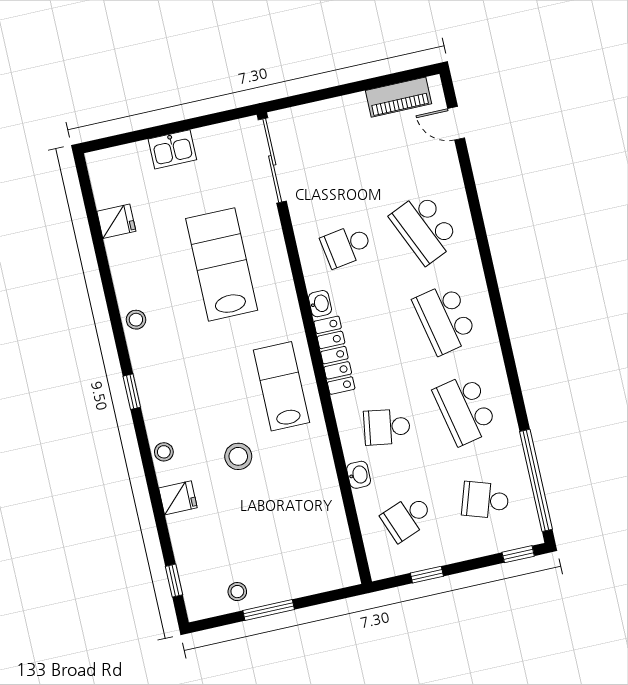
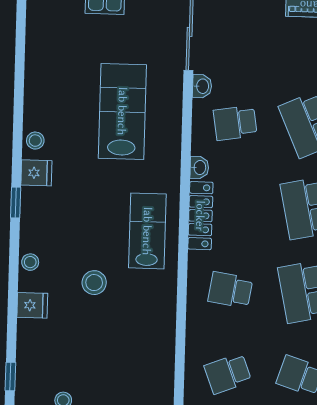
fridge: (116, 221) -> (36, 173), moved
washbasin: (359, 475) -> (202, 86), moved

